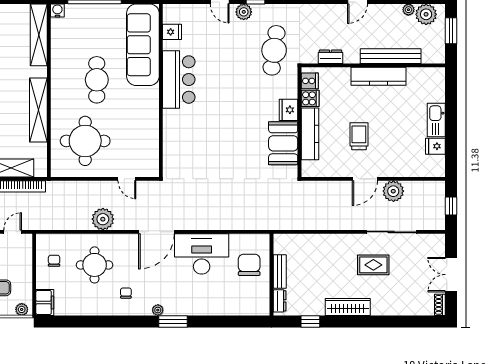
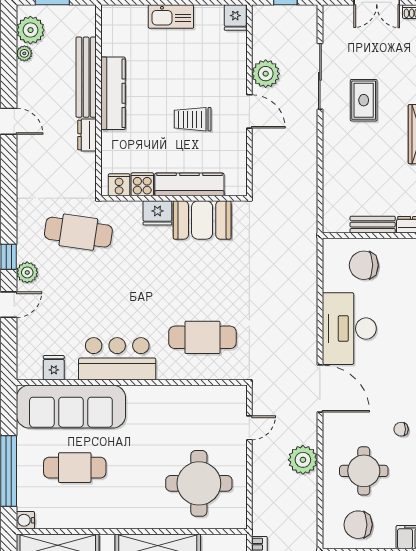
dresser: (330, 57) -> (87, 135), moved
cafe table: (97, 80) -> (75, 468), moved
cafe table: (195, 144) -> (202, 337), added
fridge: (435, 146) -> (235, 18), moved
chair: (54, 261) -> (358, 525), width x1.87, depth x1.87

